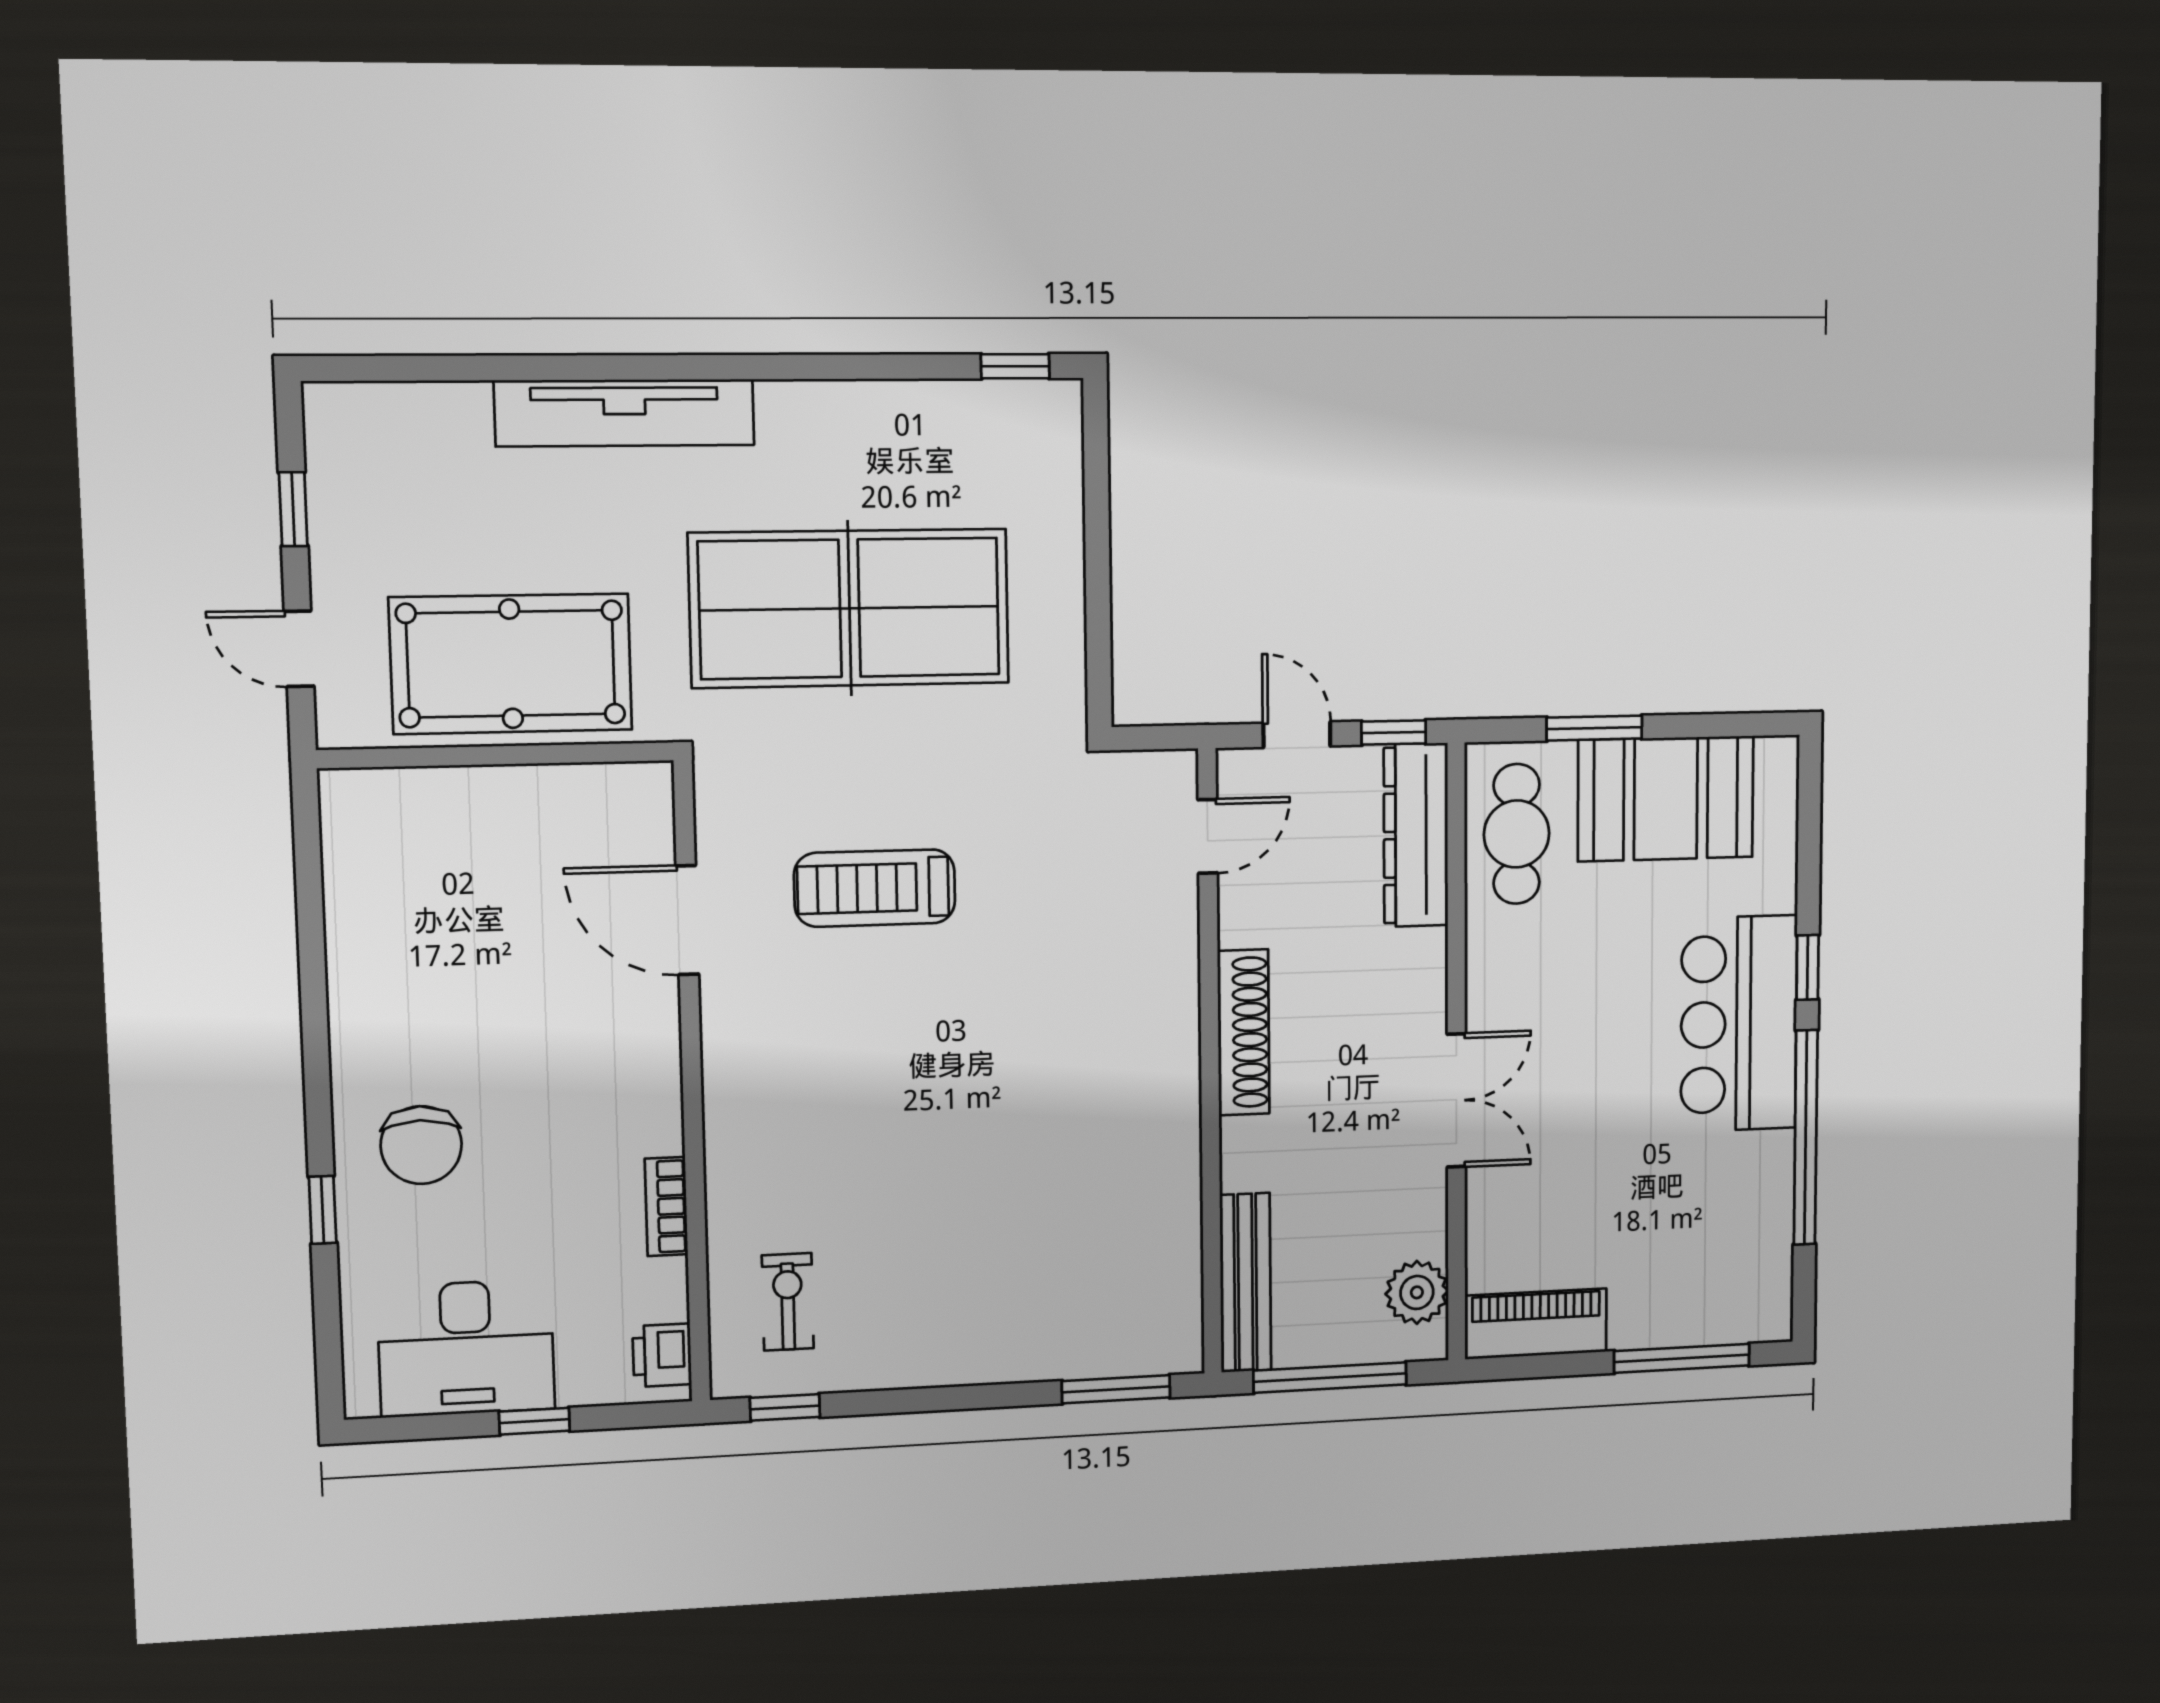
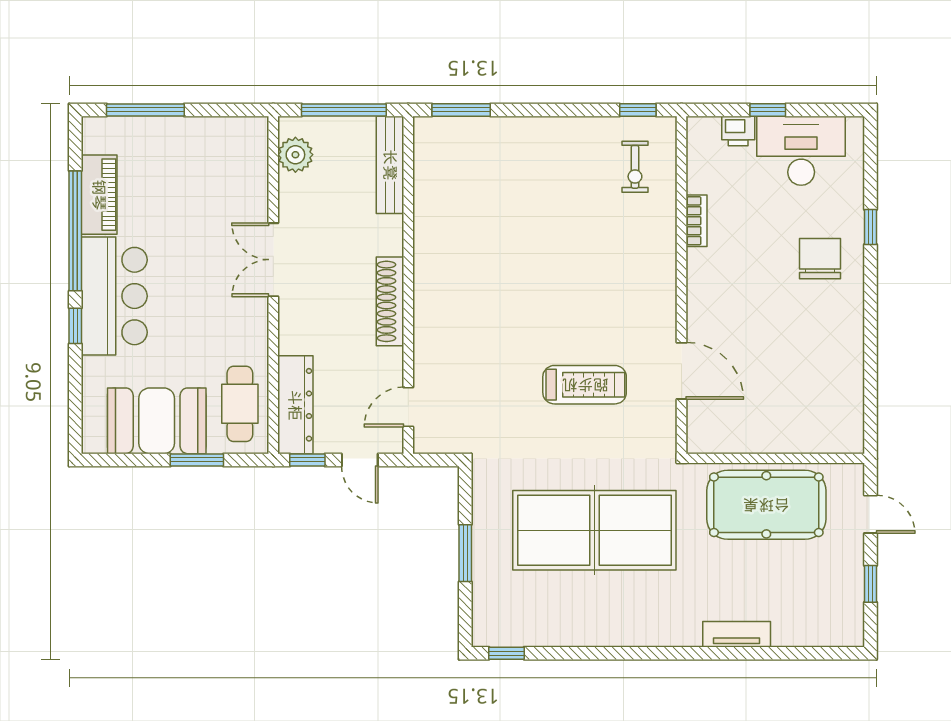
tv unit: (625, 413) -> (737, 634), width x0.52, depth x0.78
window: (1097, 561) -> (465, 553), added
piano: (1536, 1324) -> (99, 195), moved, turned -90
printer: (662, 1355) -> (738, 131), moved, turned 90

